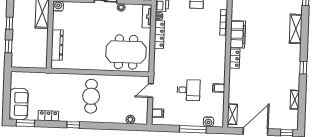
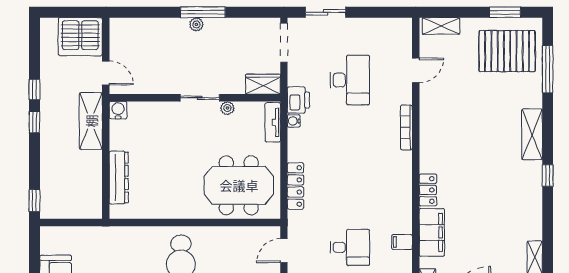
window: (9, 23) -> (34, 122), moved
filing cabinet: (238, 34) -> (432, 232), moved
locker: (159, 35) -> (296, 186), moved
window: (9, 46) -> (34, 200), moved
window: (303, 68) -> (548, 176), moved

